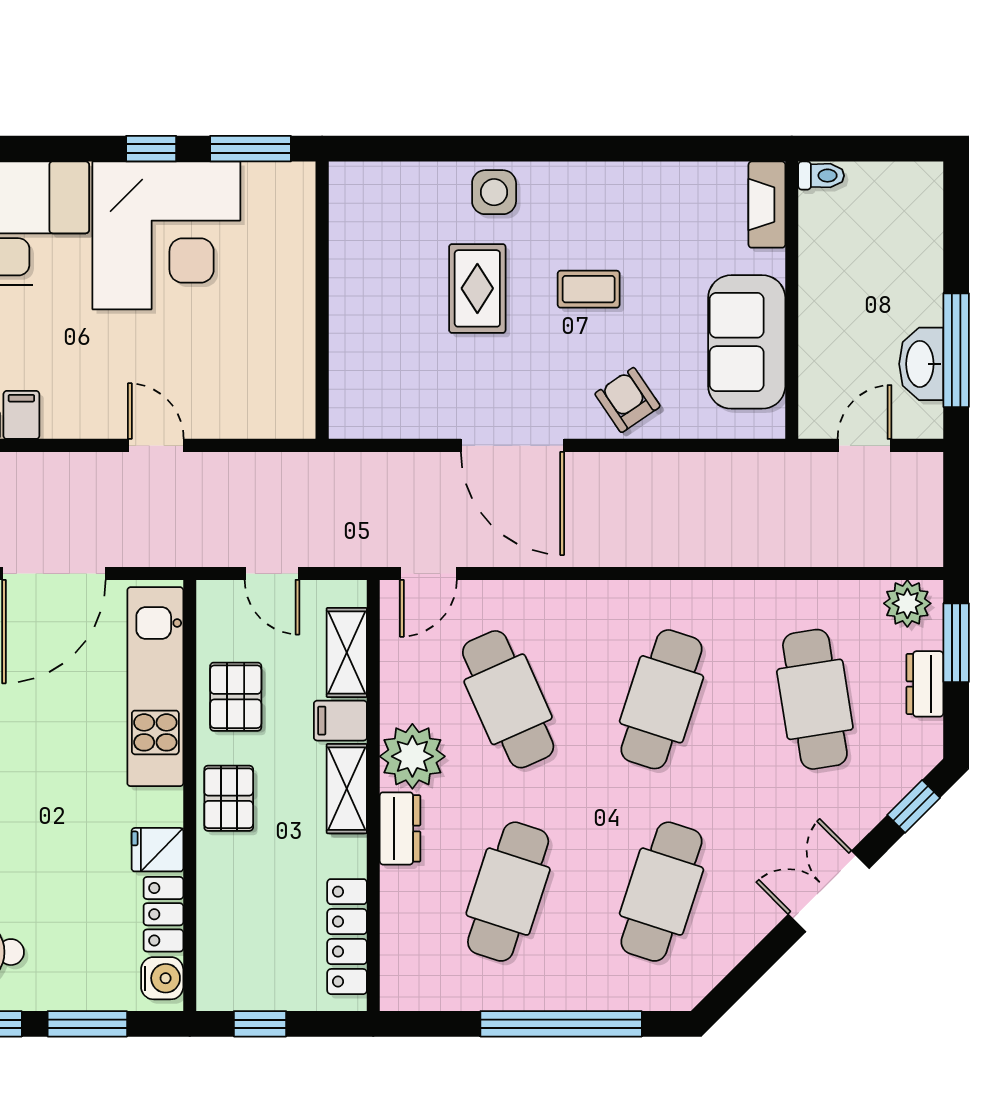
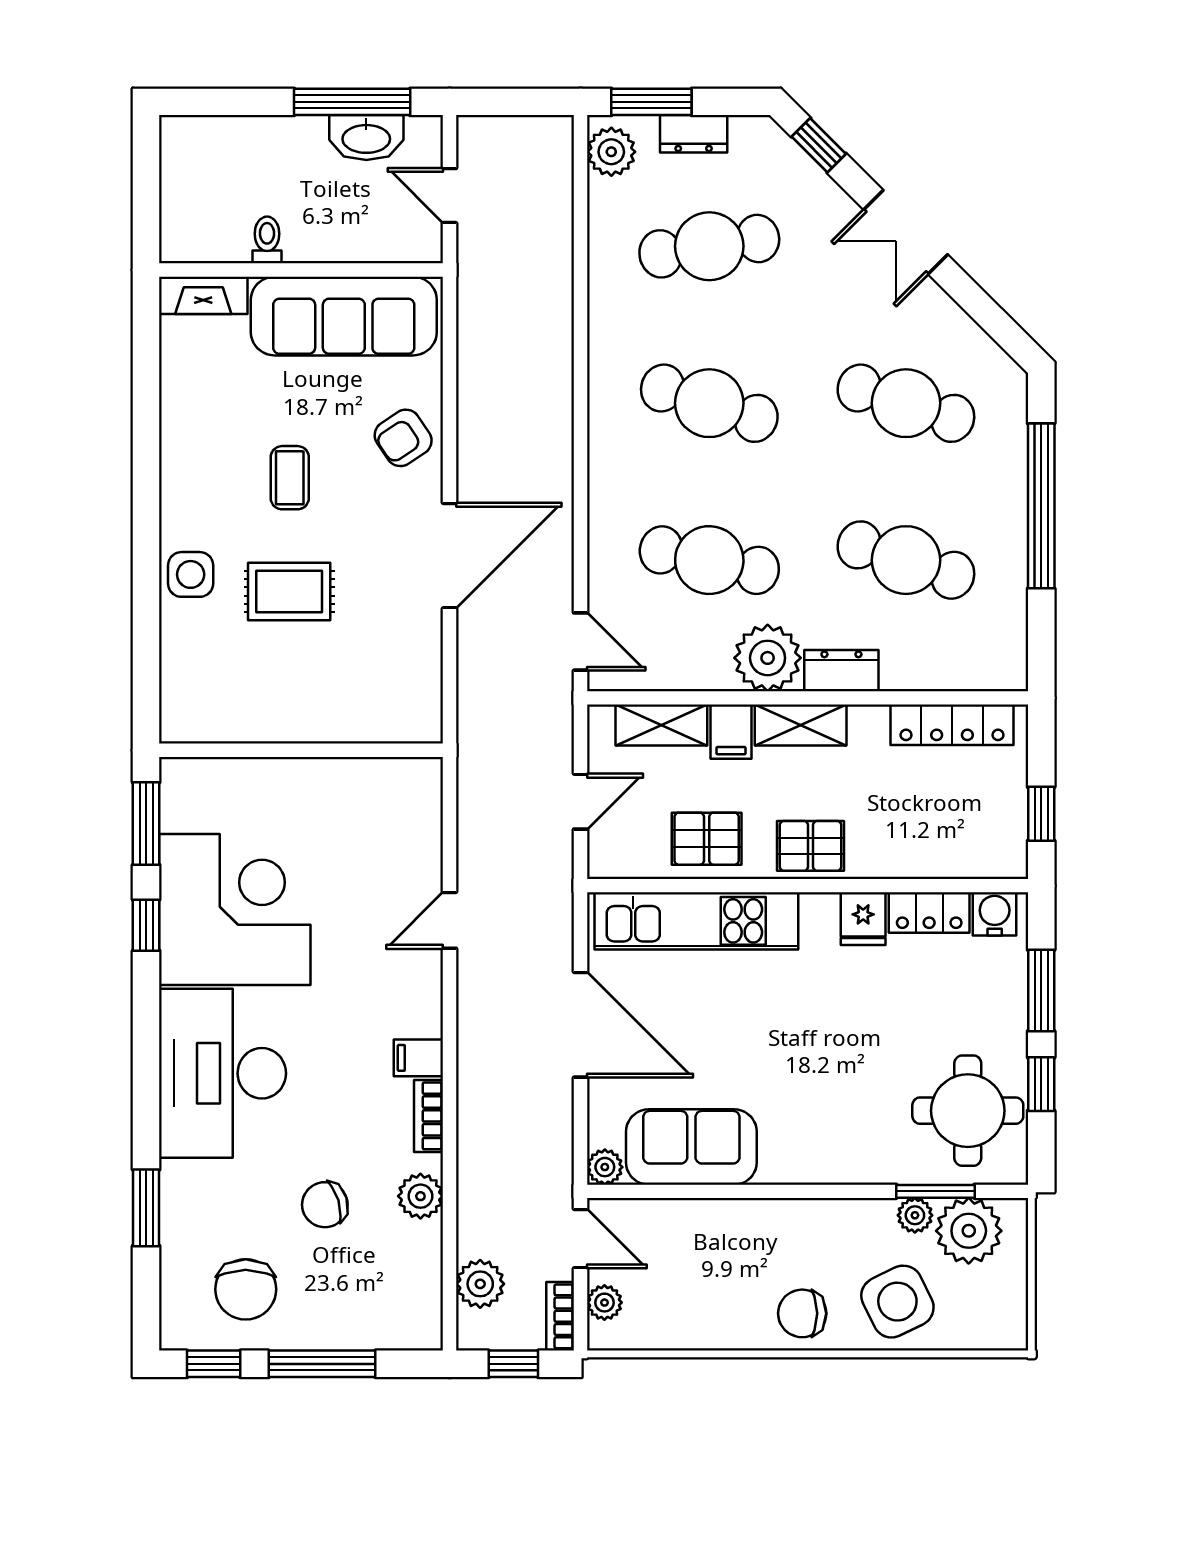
toilet: (821, 176) -> (267, 240), moved
sofa: (747, 342) -> (344, 316), width x1.36
cafe table: (508, 699) -> (709, 560), turned 36

